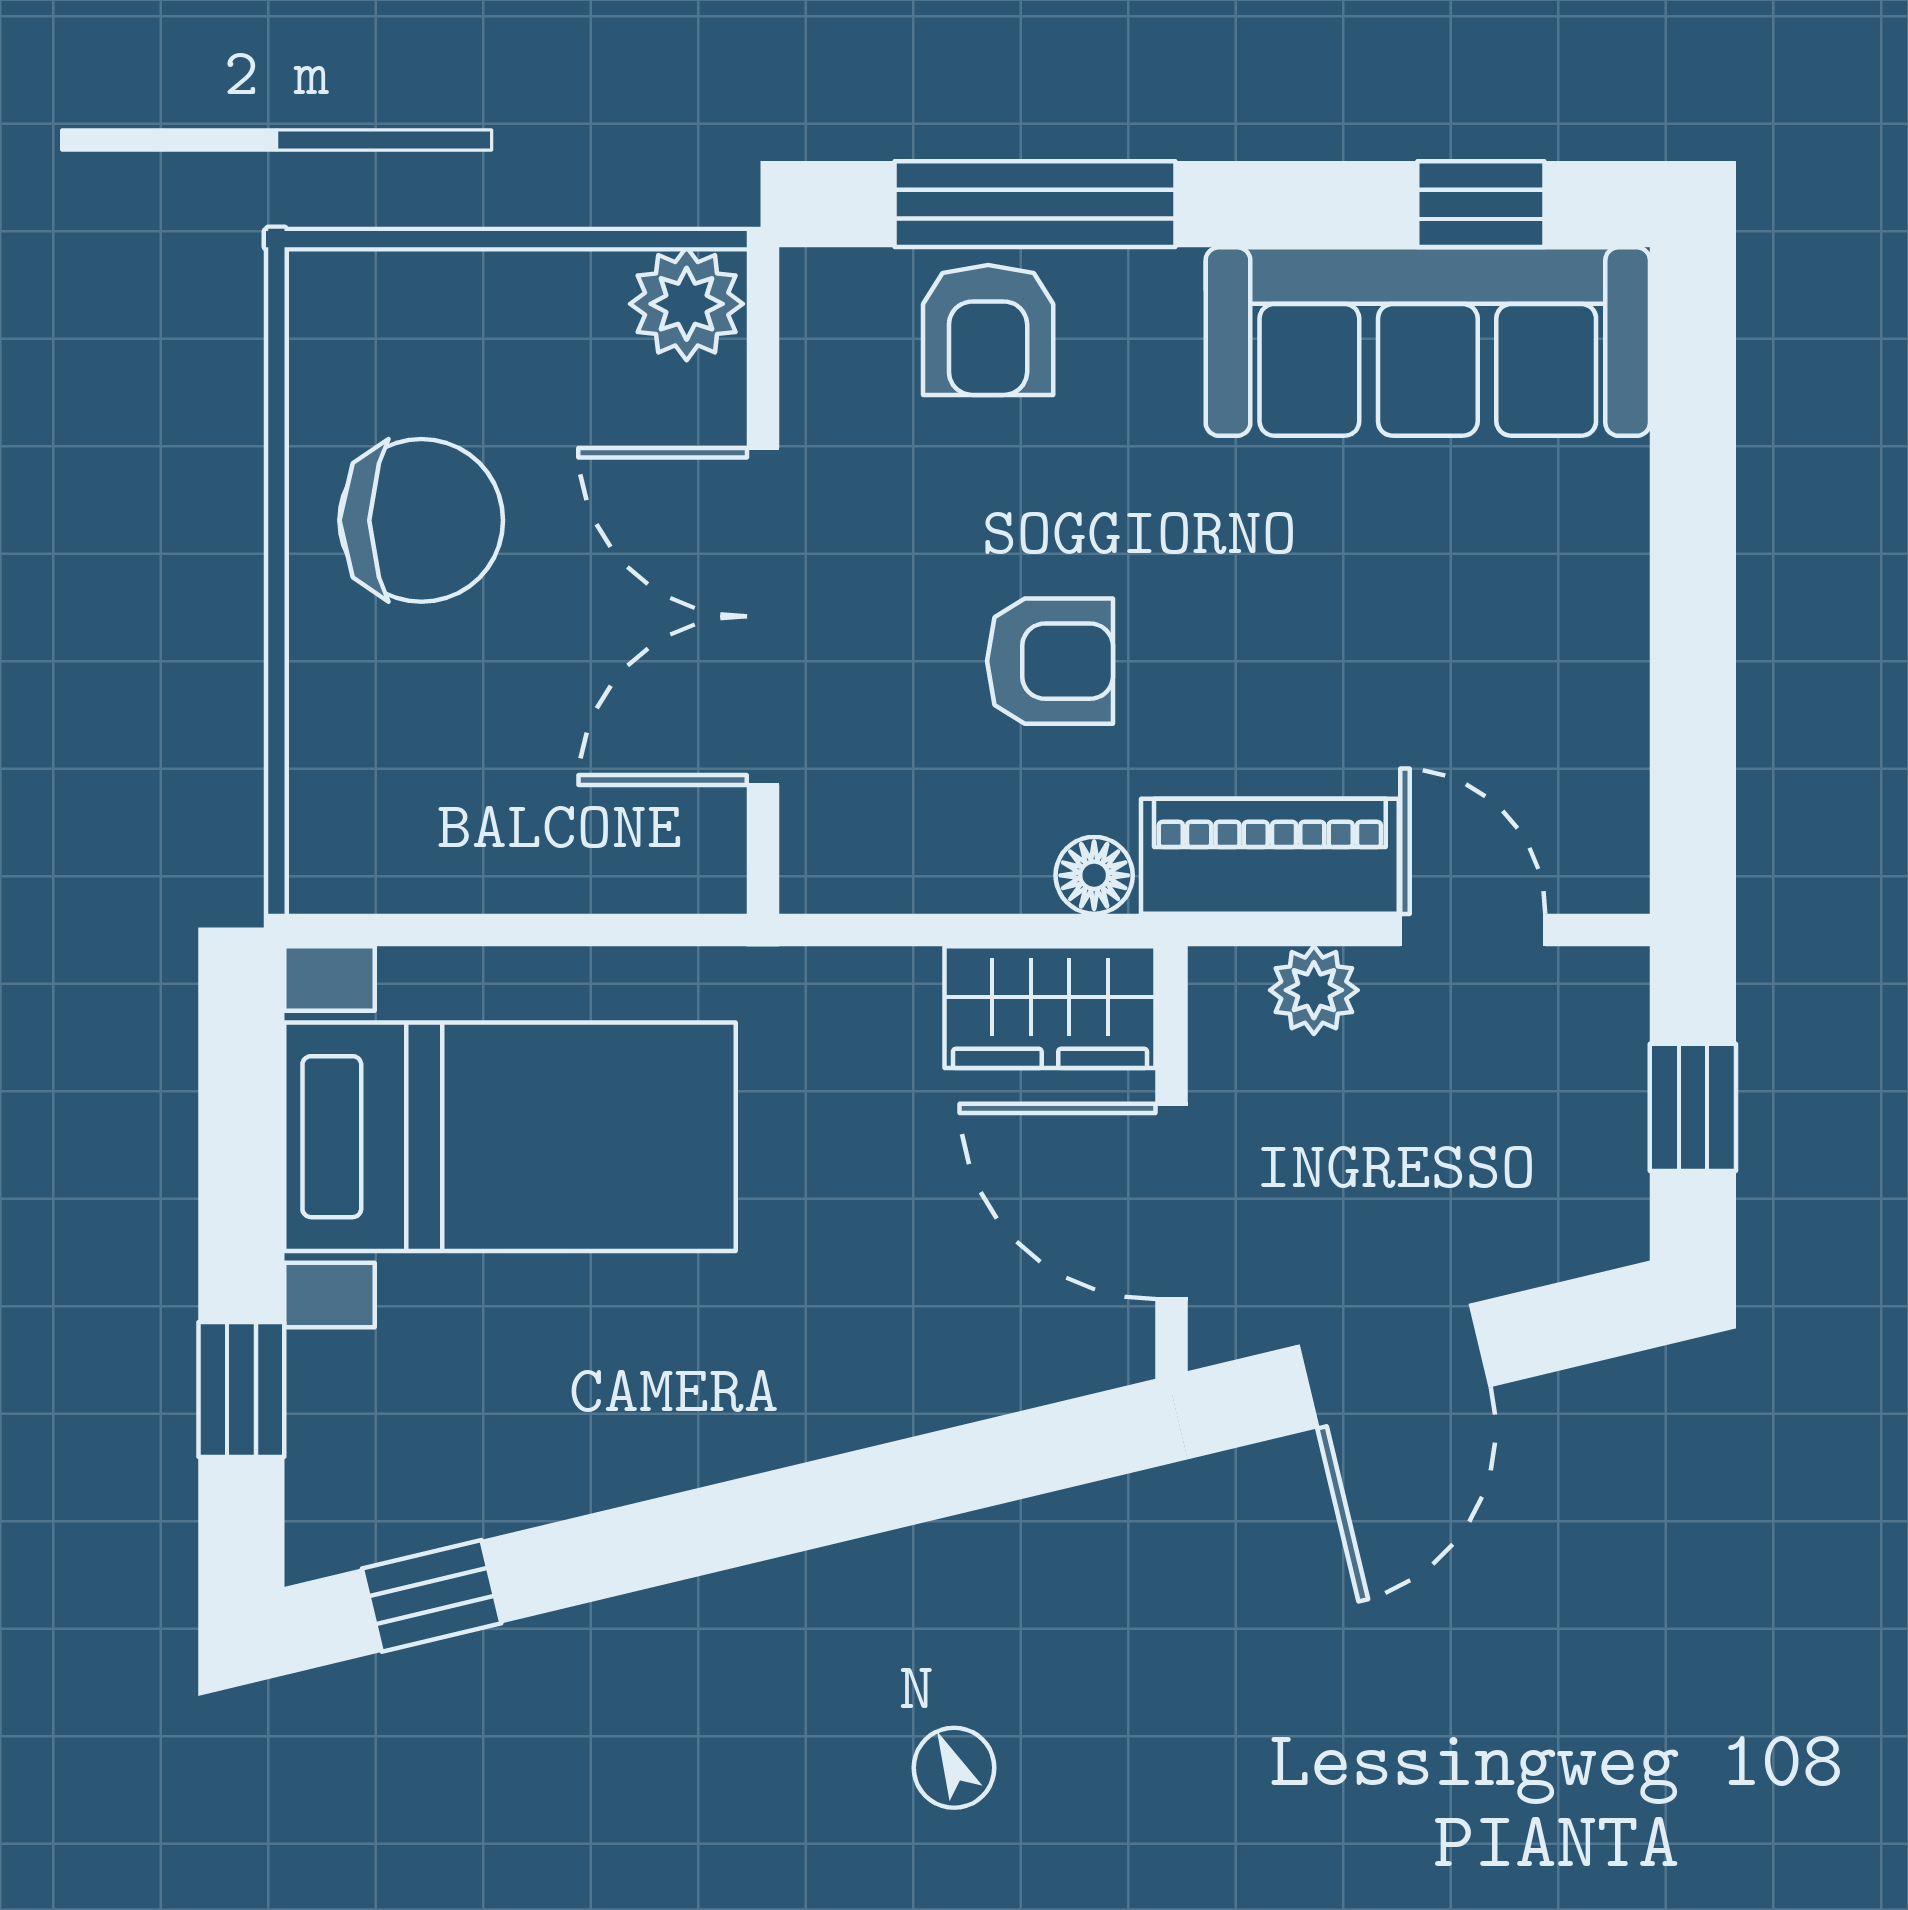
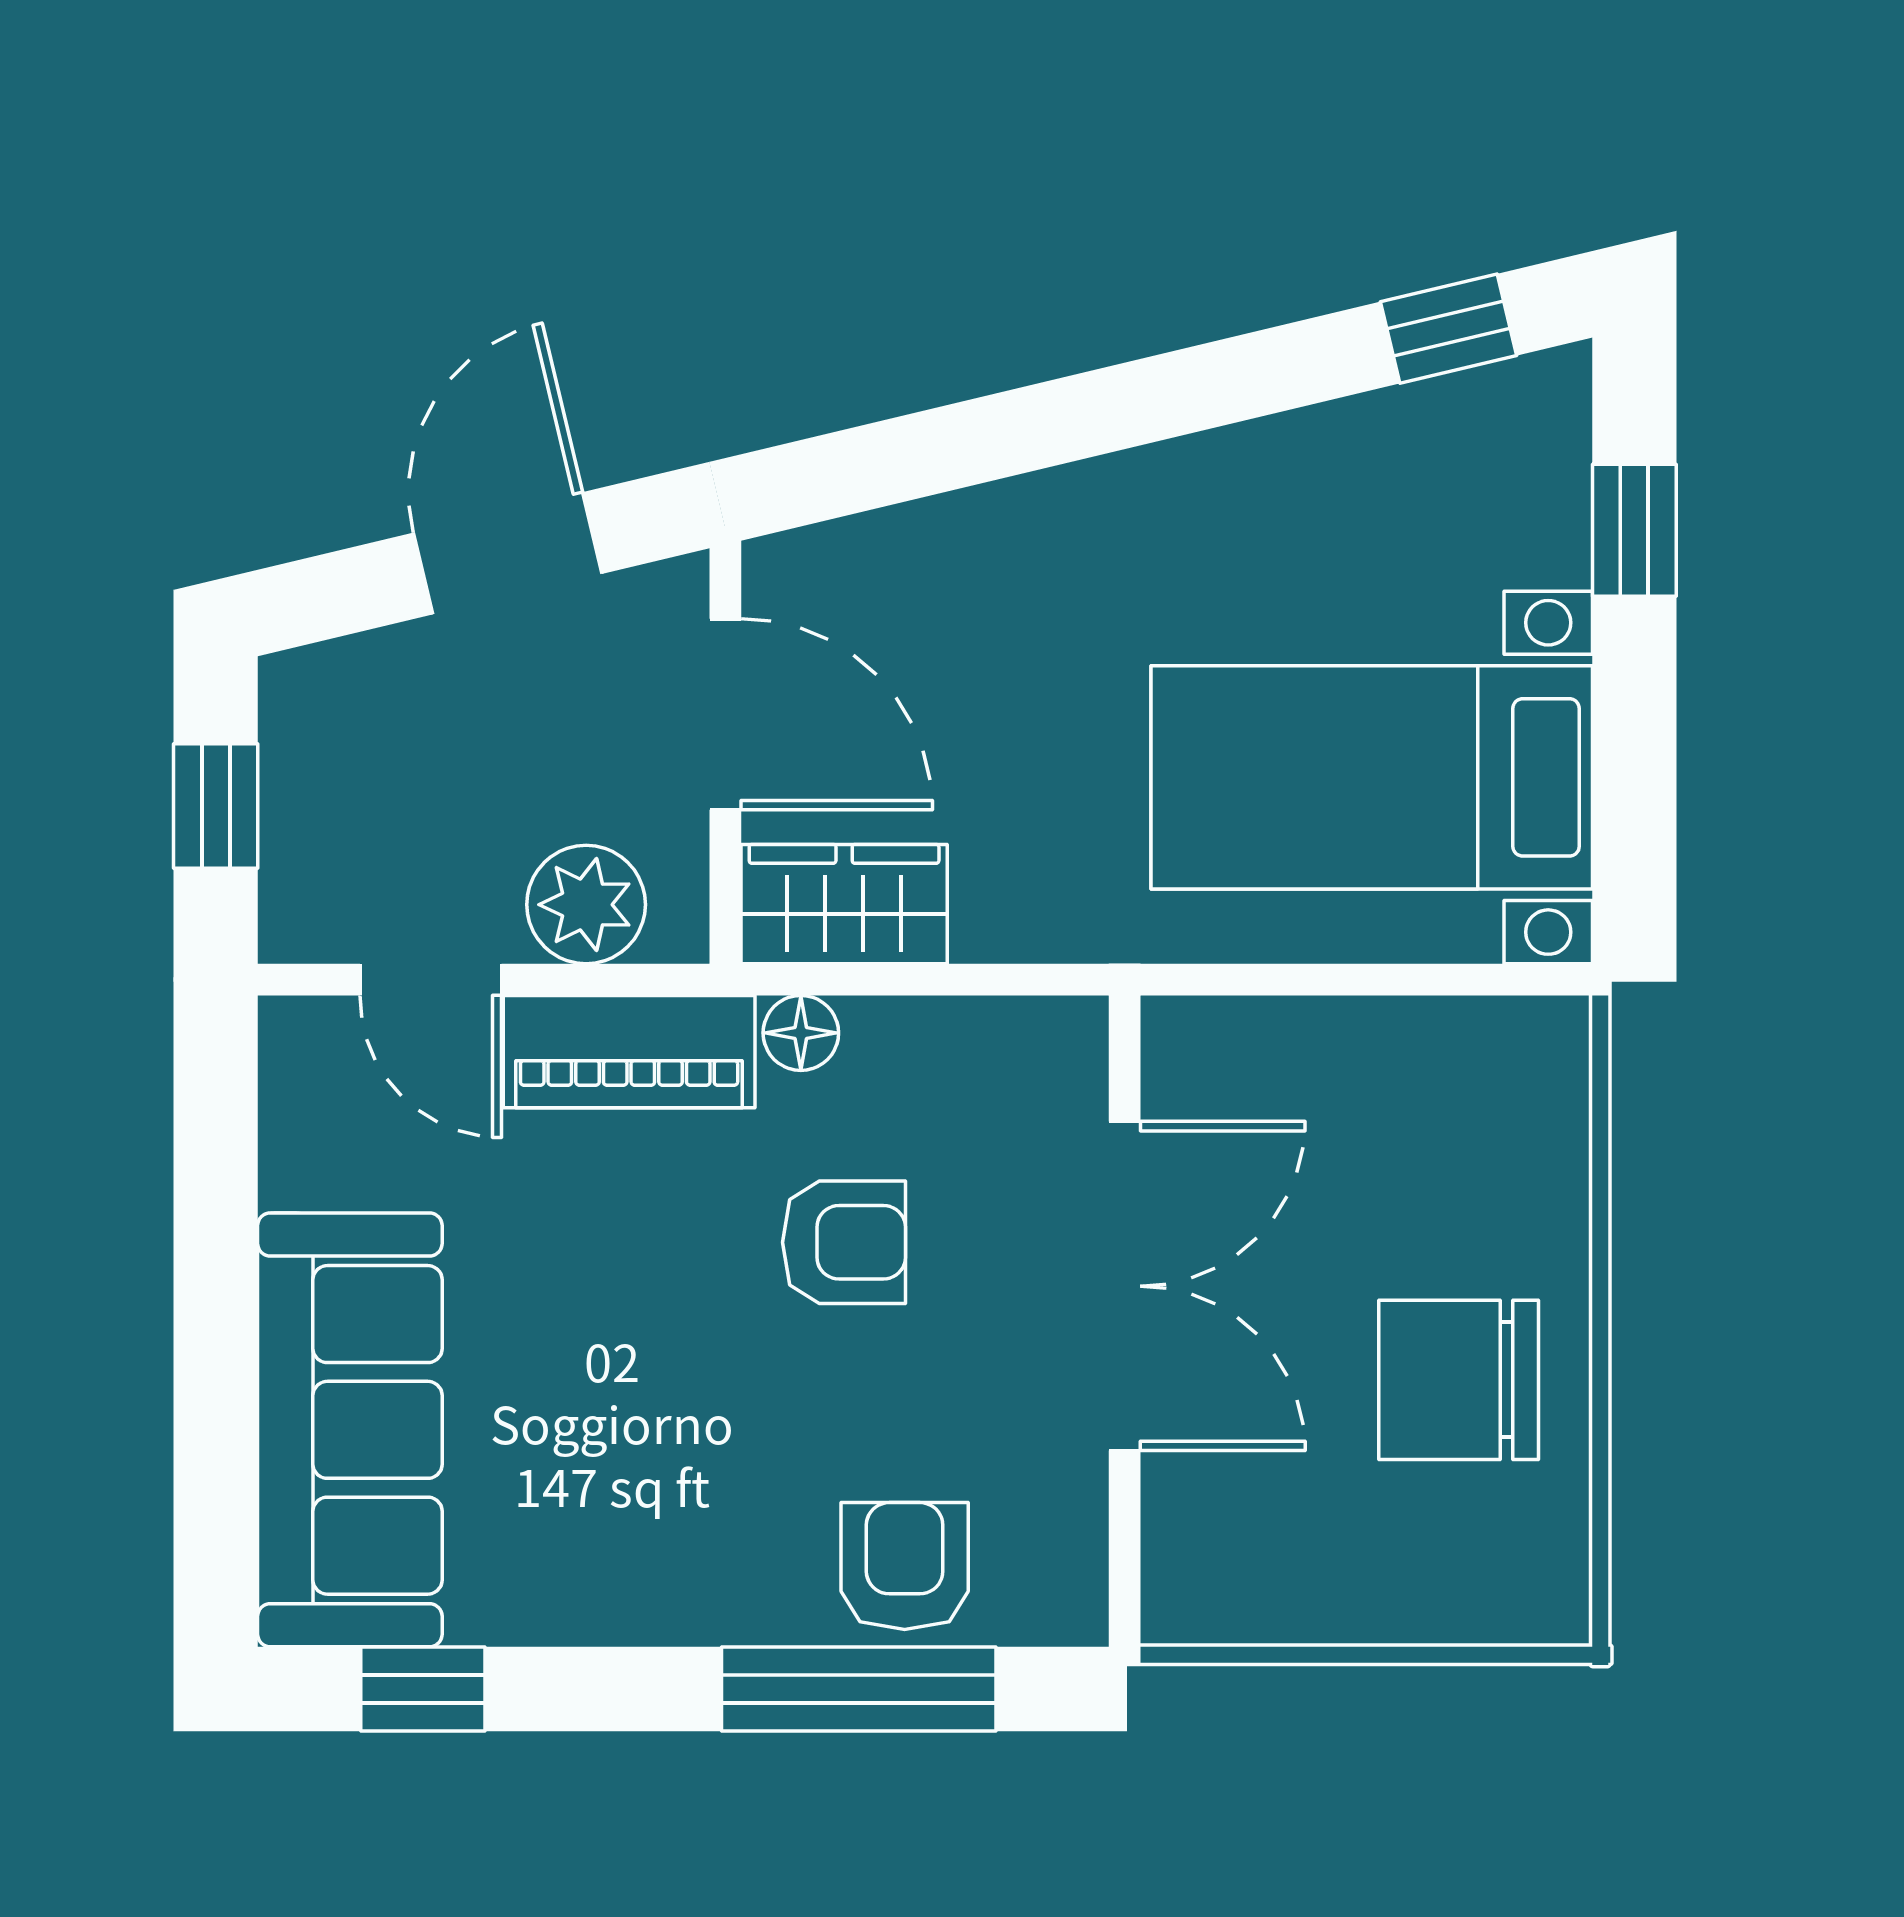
plant: (687, 304) -> (1199, 1592), removed
sofa: (1428, 342) -> (350, 1430), moved, turned 90
armchair: (1050, 661) -> (844, 1242), turned 180
plant: (1314, 990) -> (586, 905), width x1.38, depth x1.38

